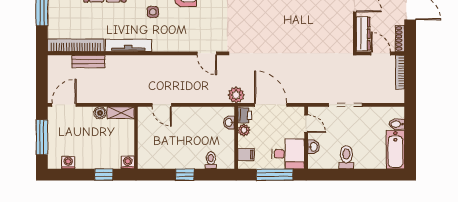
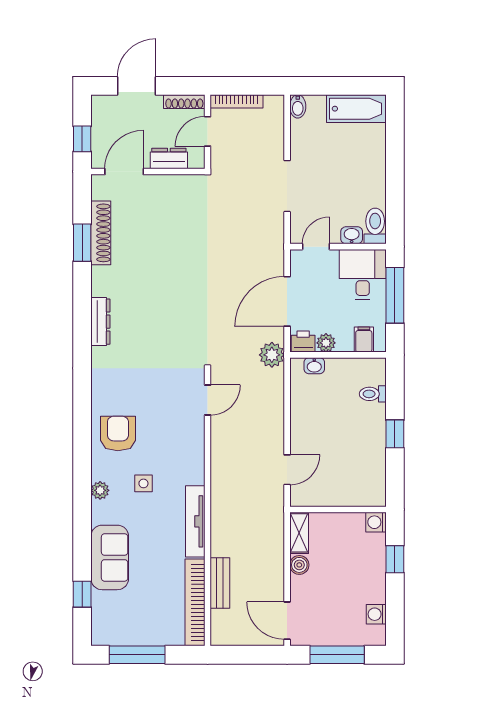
dresser: (363, 34) -> (169, 158), width x0.70
bidet: (397, 124) -> (298, 106), moved
toilet: (346, 157) -> (375, 226), moved, turned 90

